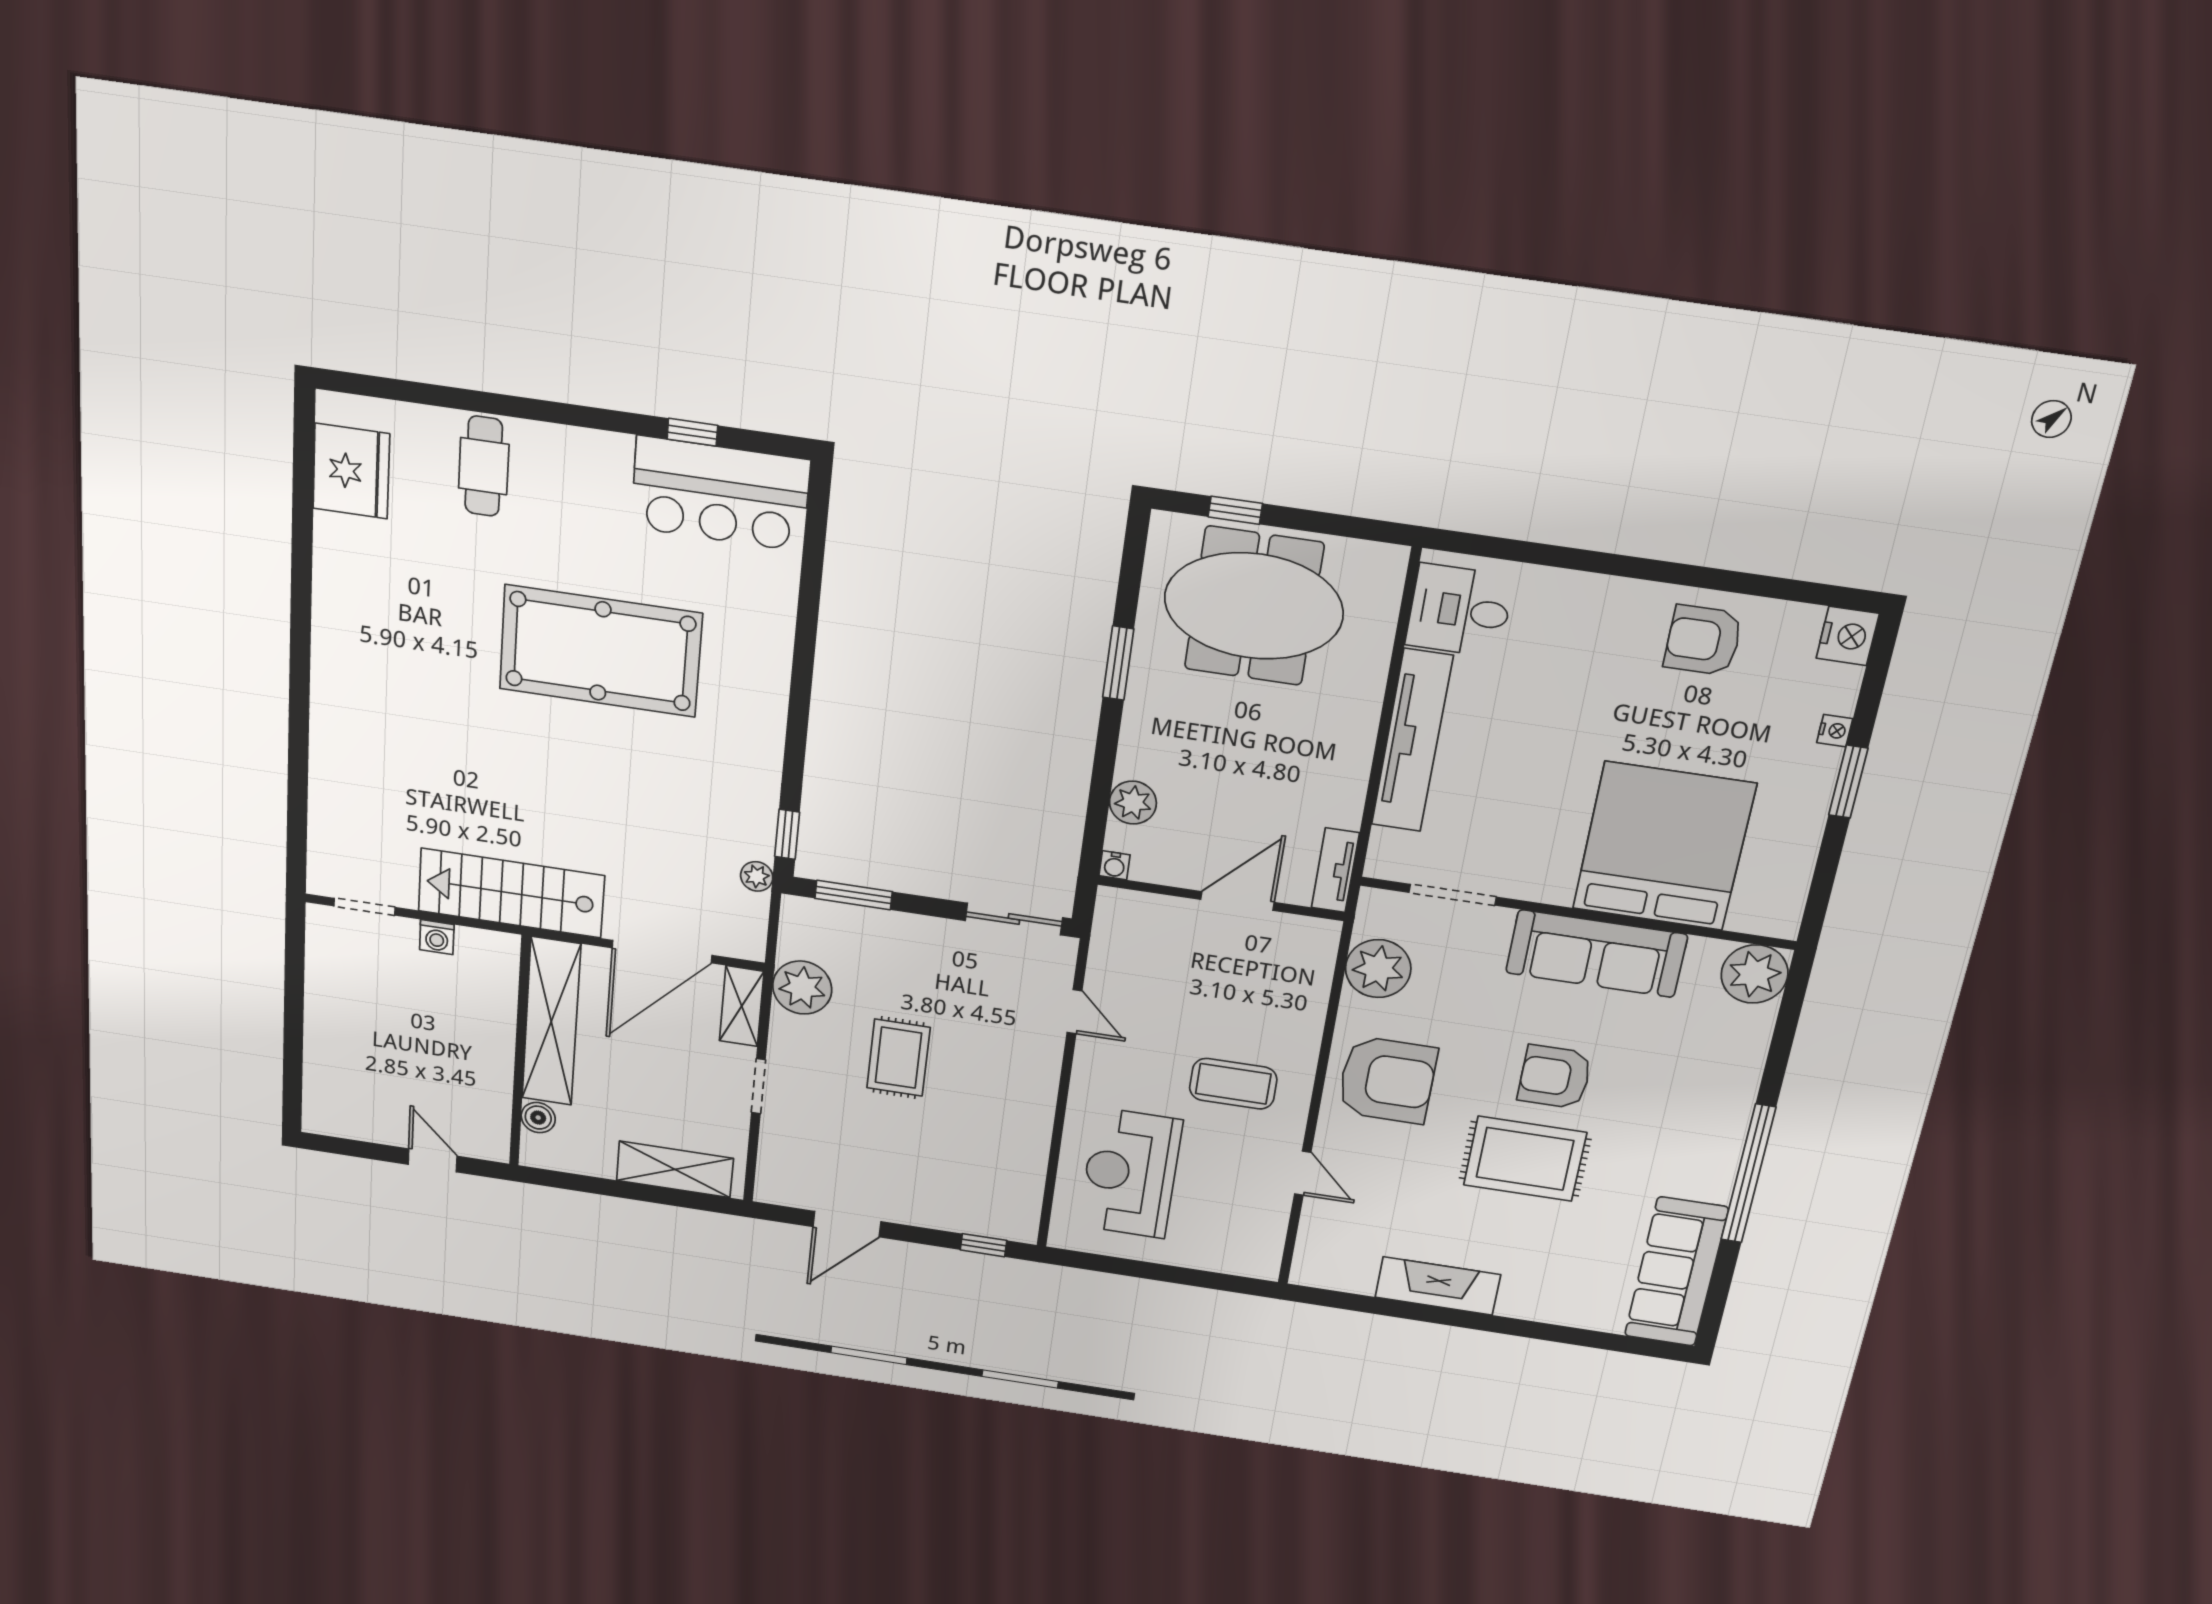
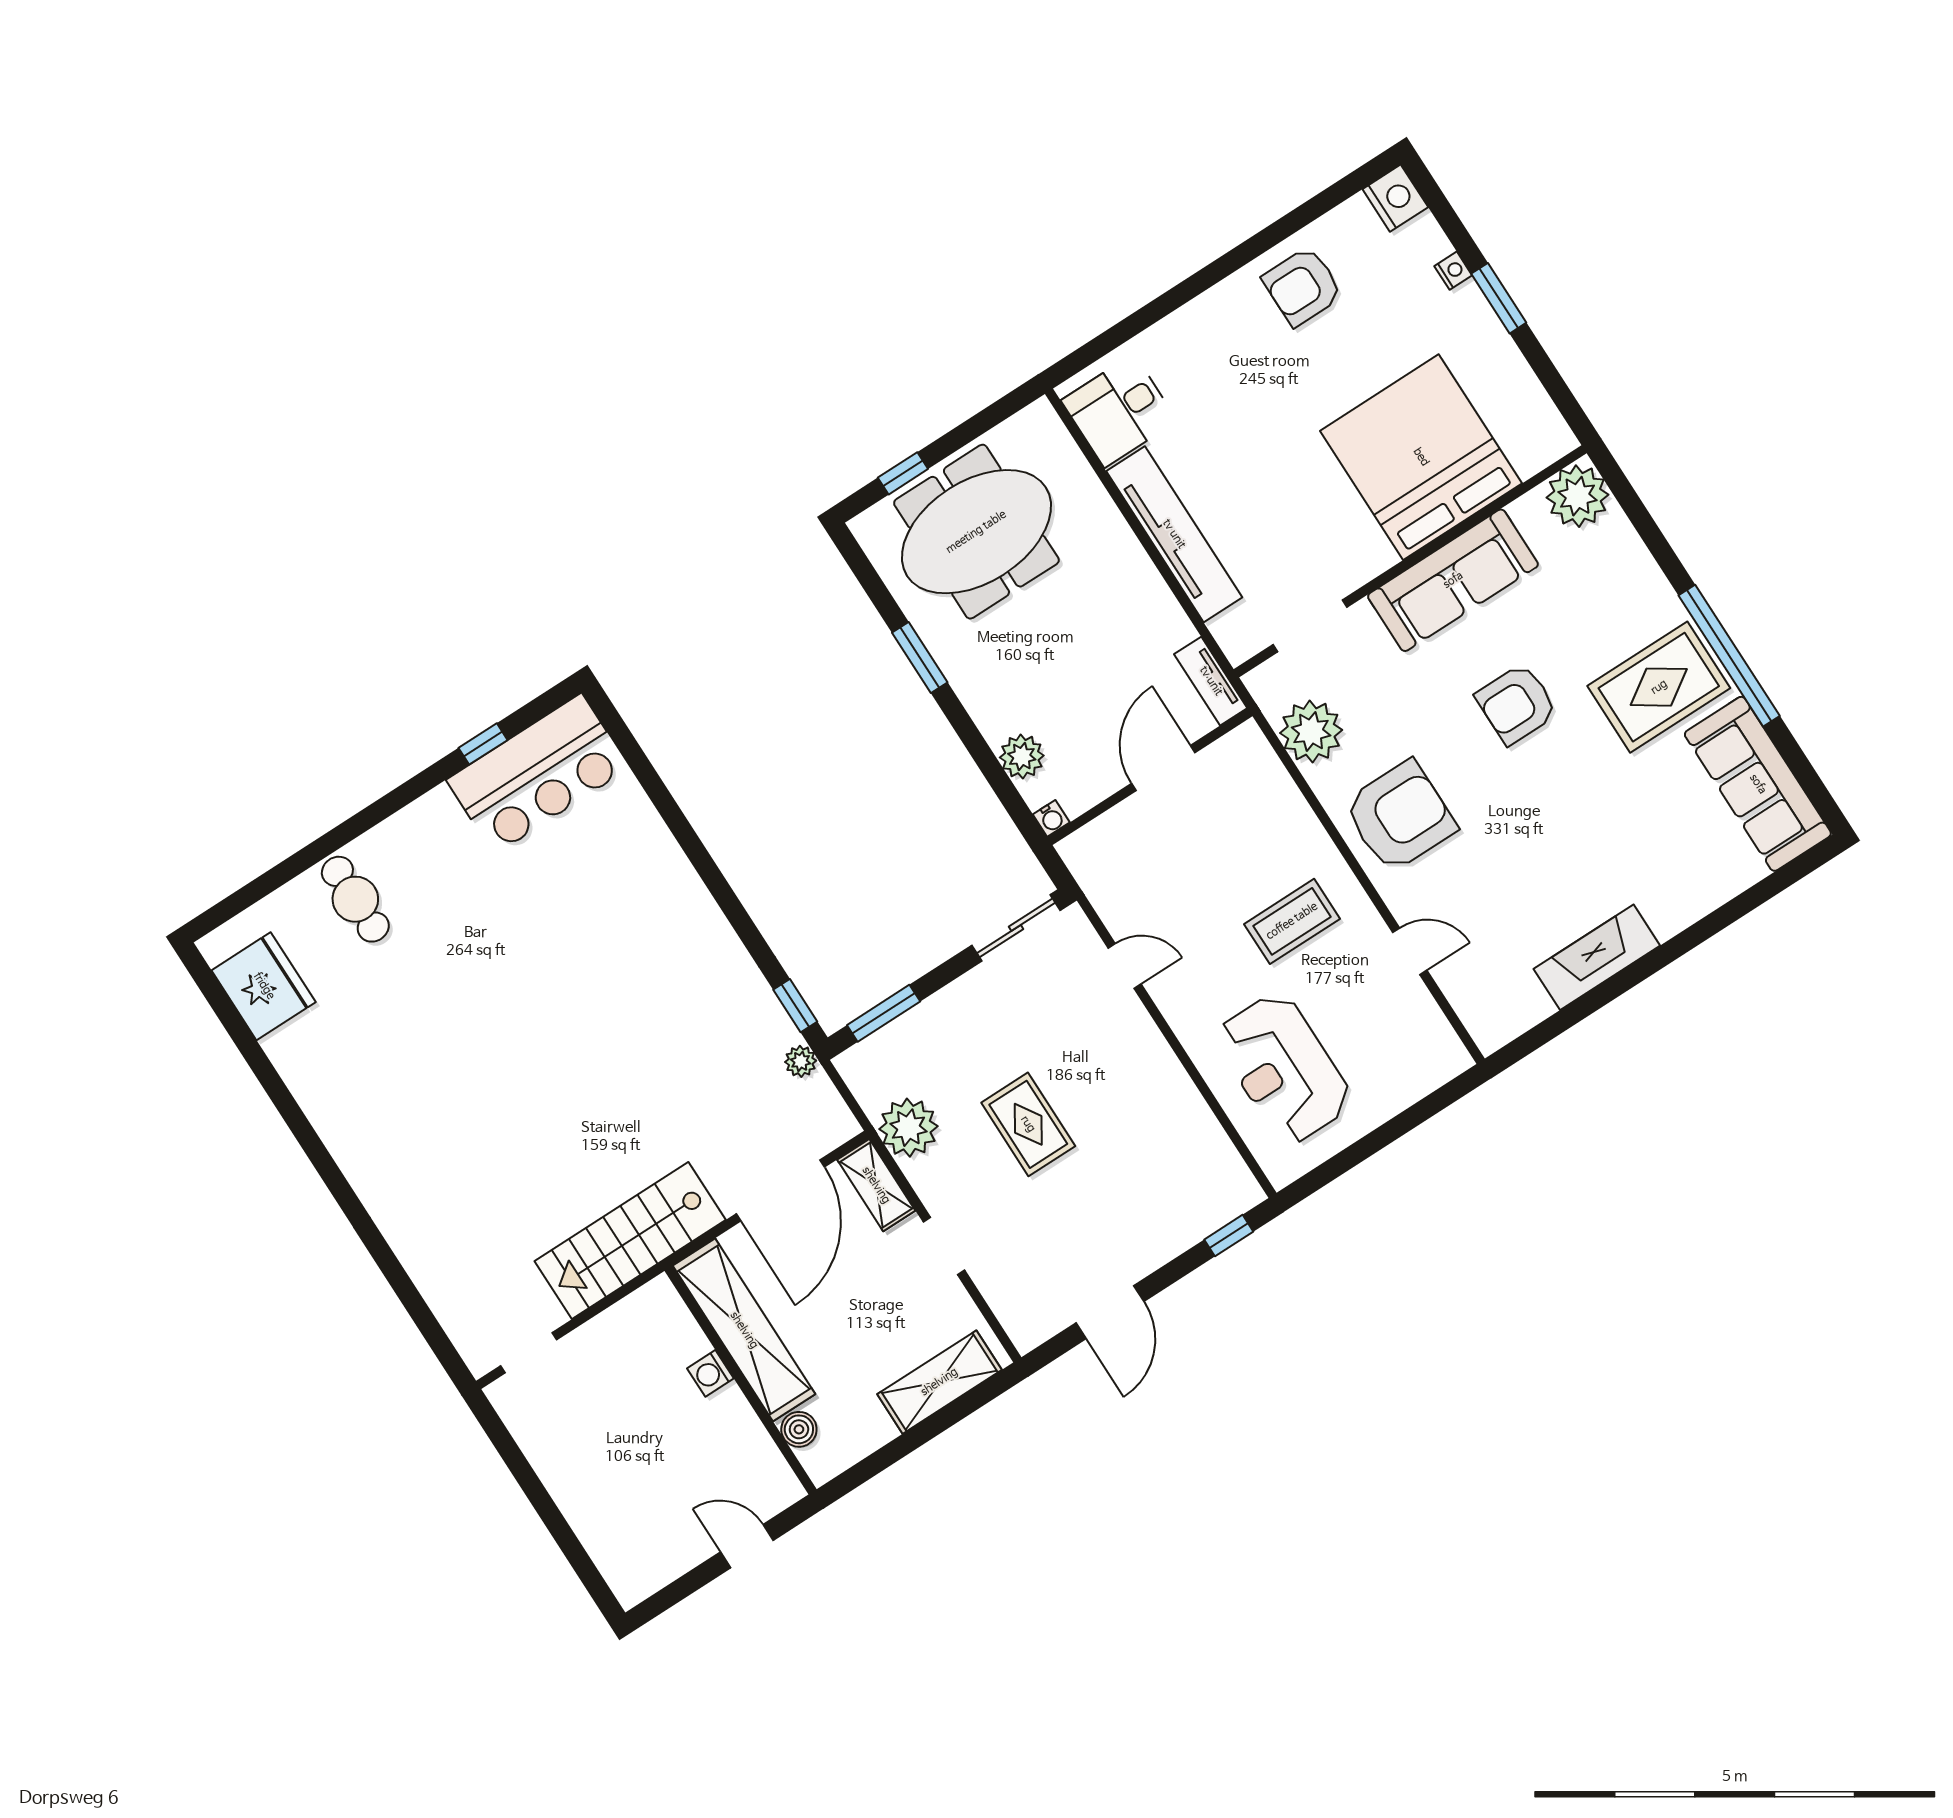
pool table: (600, 651) -> (546, 974), removed
washing machine: (437, 937) -> (710, 1373), moved, turned 90
rug: (1525, 1159) -> (1659, 687), moved

